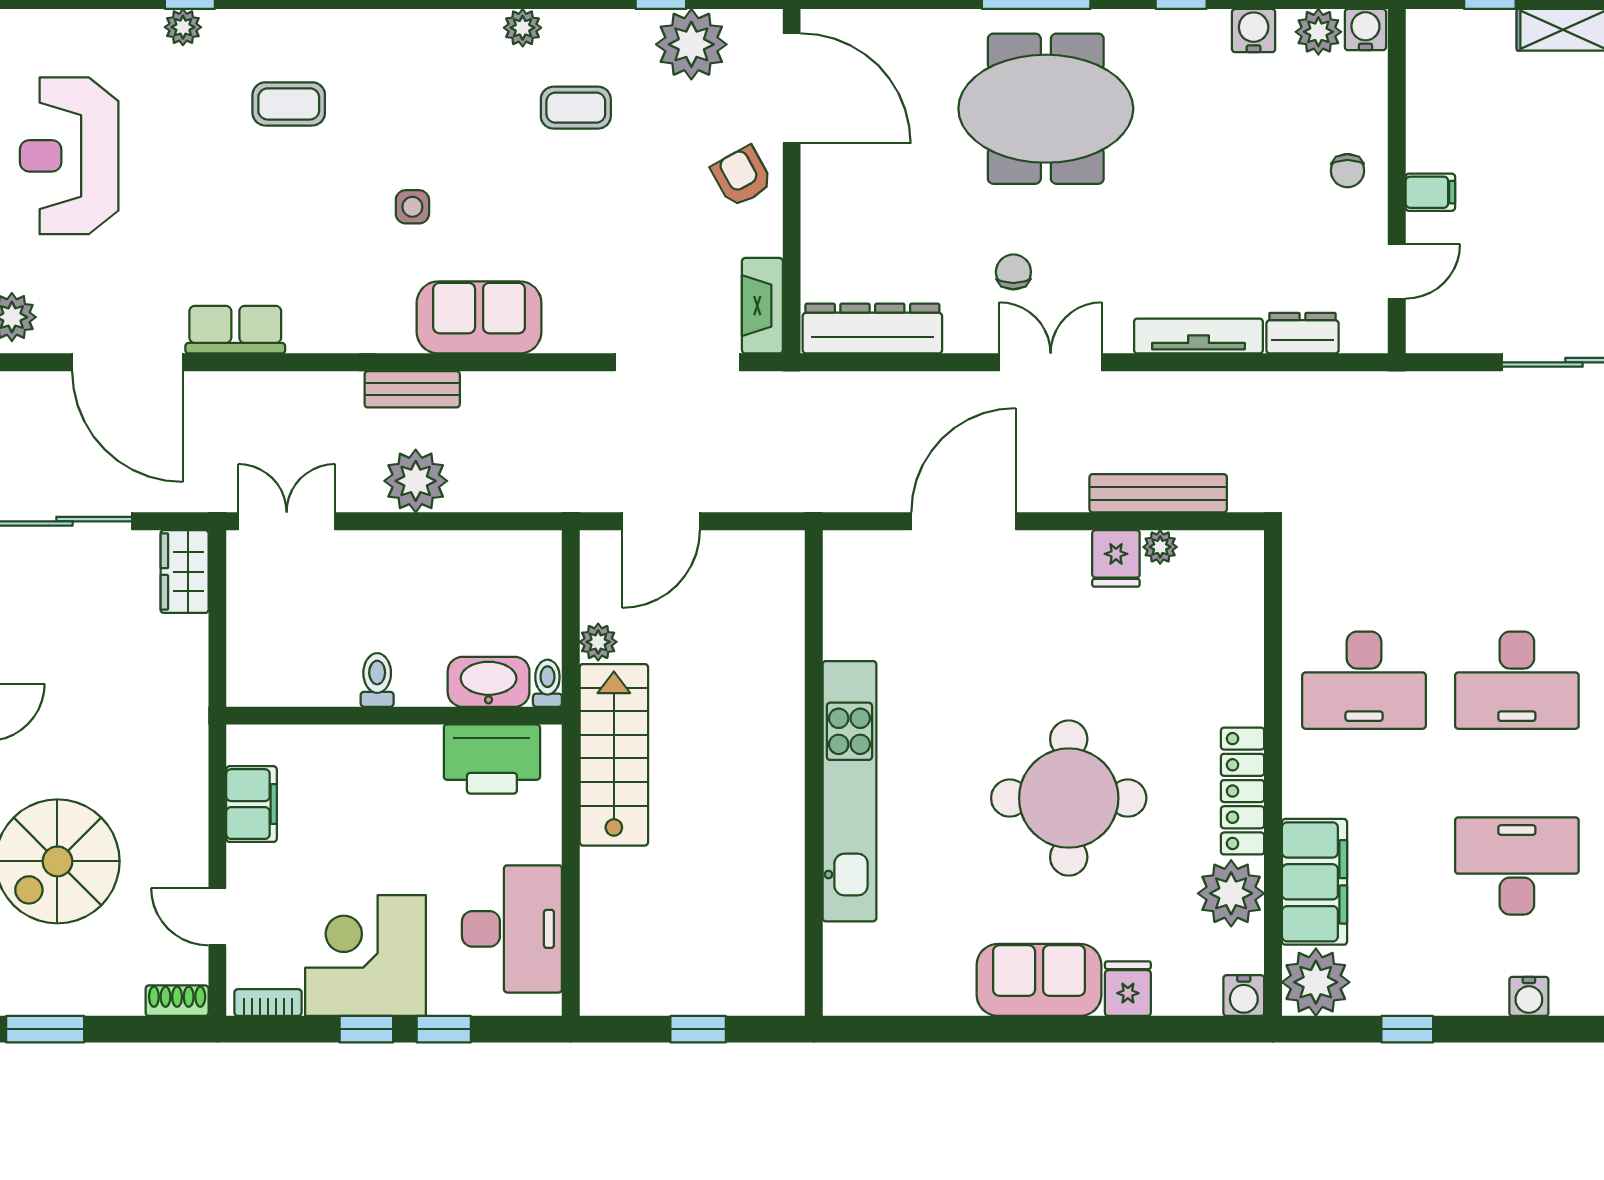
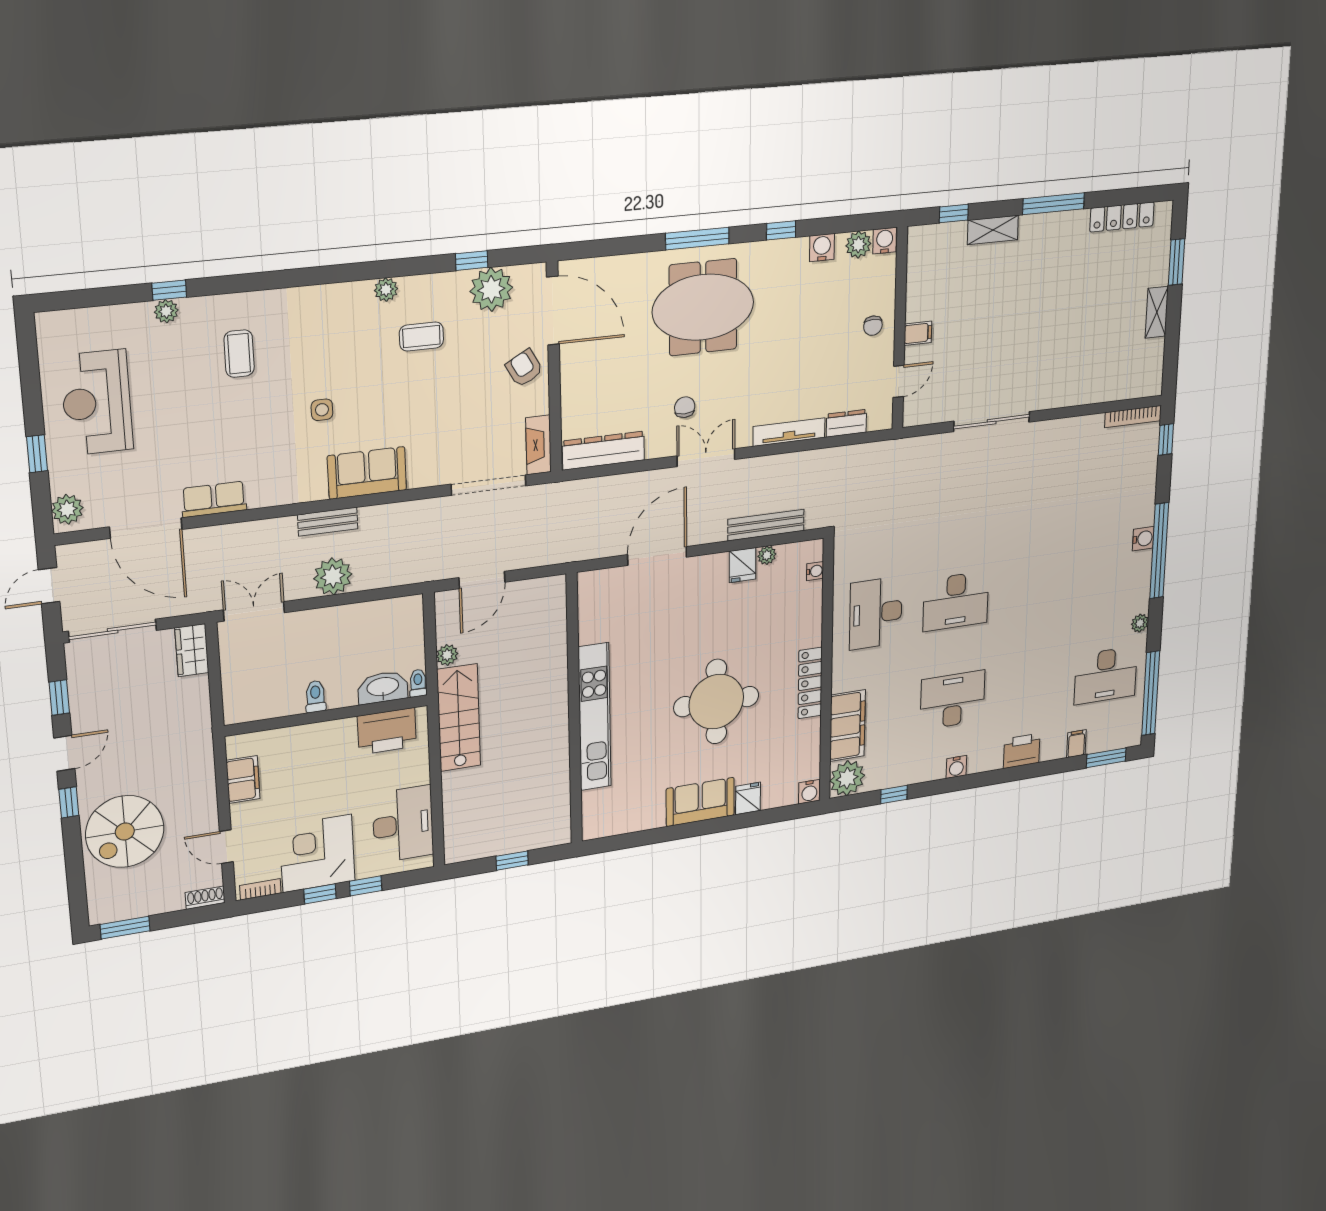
coffee table: (289, 104) -> (239, 354), turned 90
water cooler: (1249, 587) -> (815, 571), added
desk: (1364, 680) -> (876, 613), turned 90
plant: (1231, 893) -> (803, 739), removed

